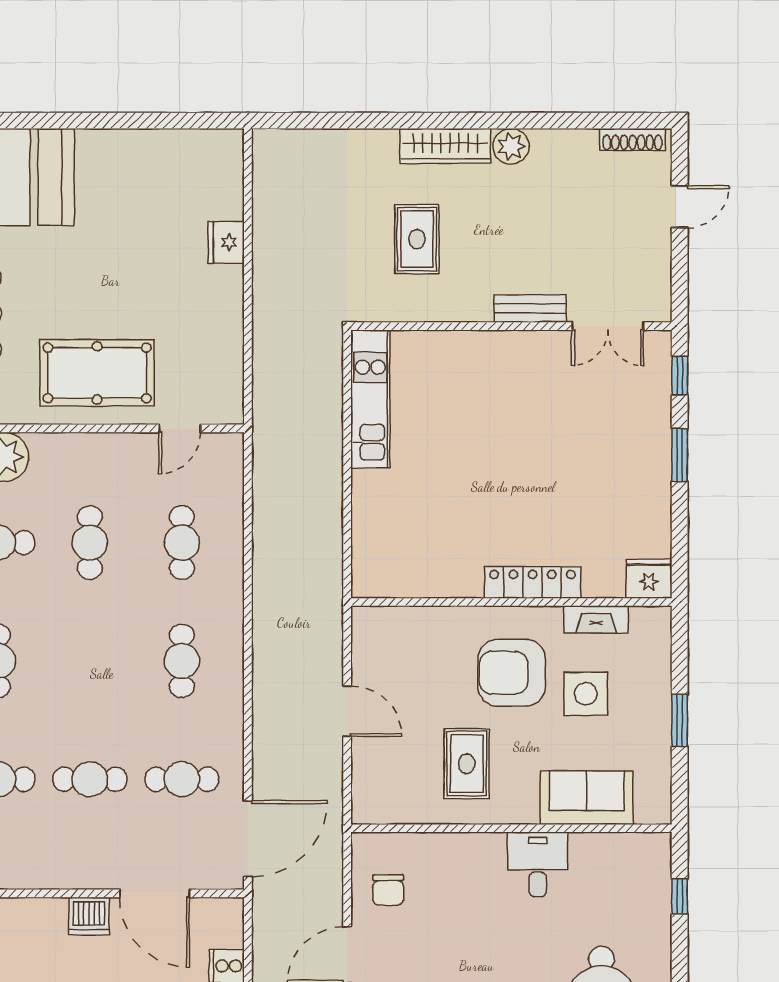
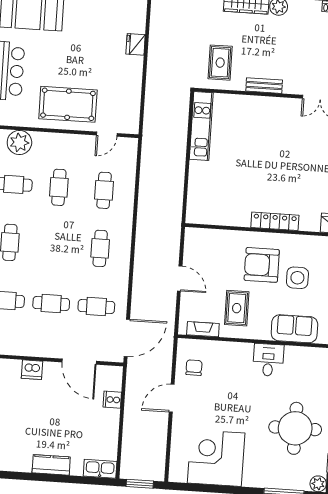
rug: (417, 239) -> (220, 63), moved
bench: (530, 309) -> (264, 86), moved
fireplace: (596, 619) -> (203, 329), moved, turned 180
chair: (388, 890) -> (194, 368), turned 180
dishwasher: (89, 916) -> (32, 370), moved

